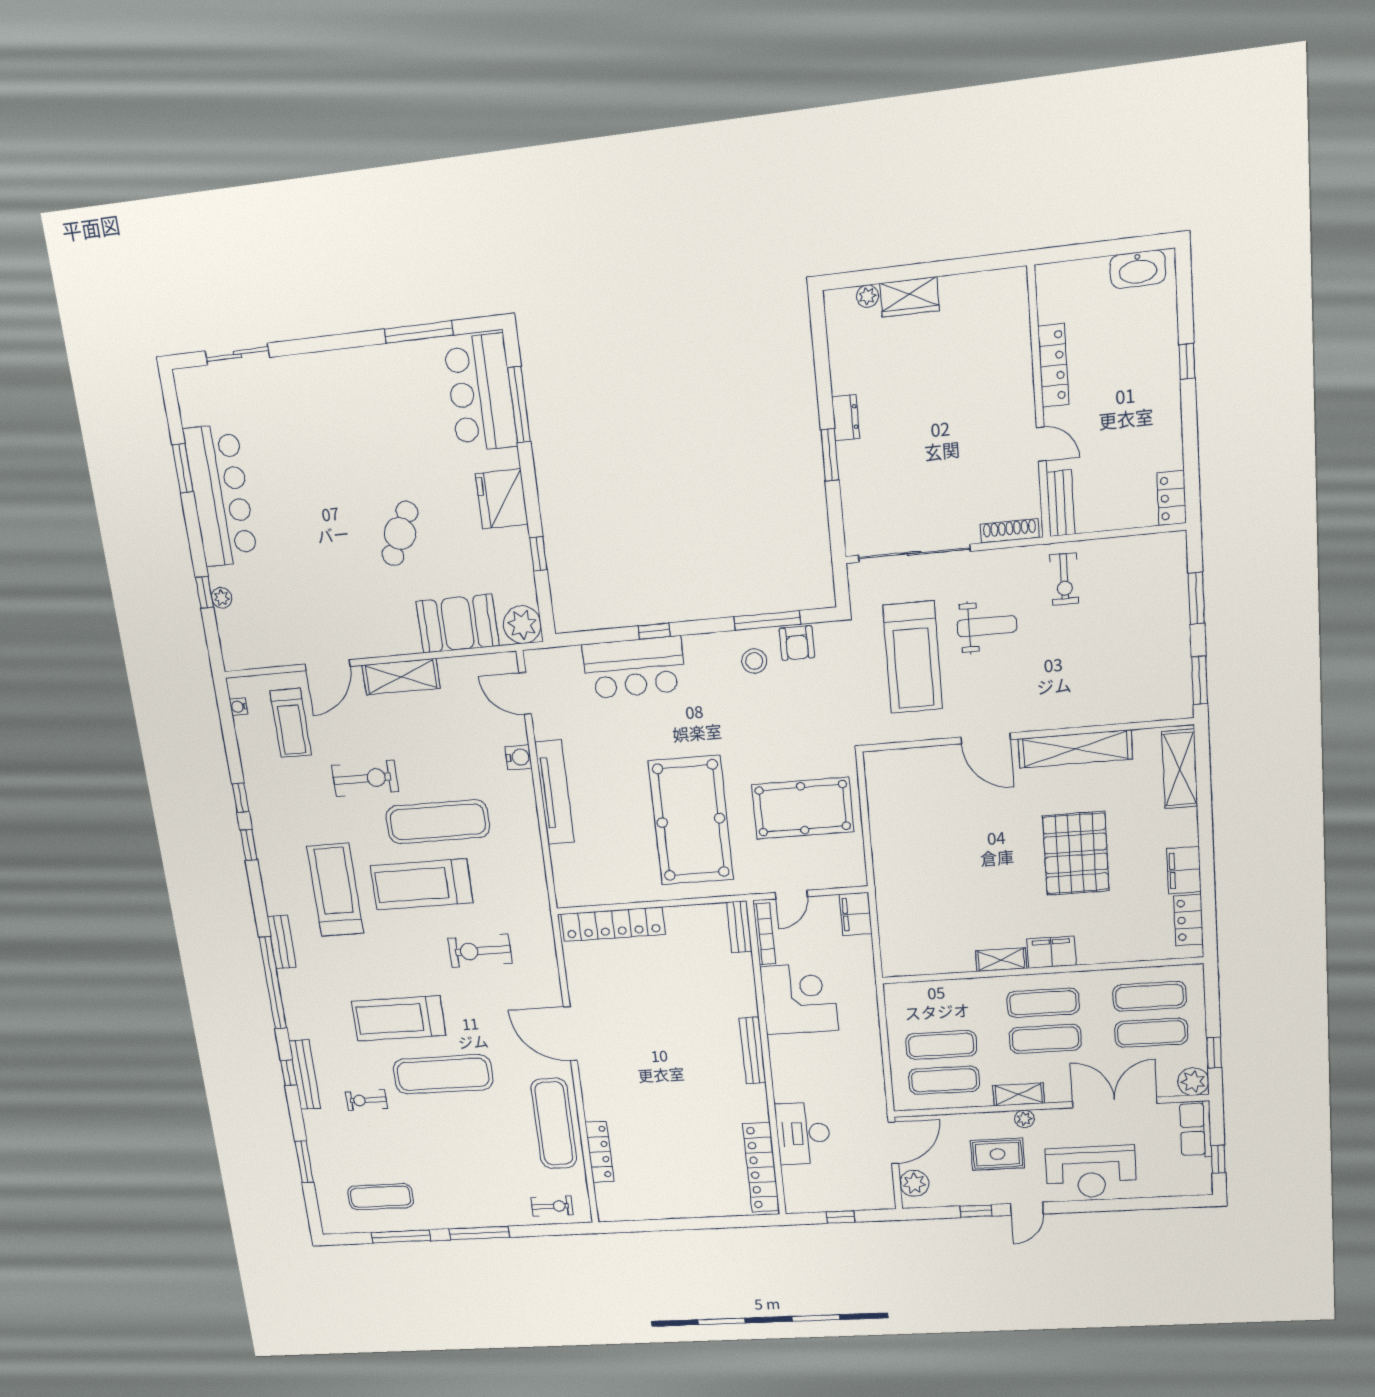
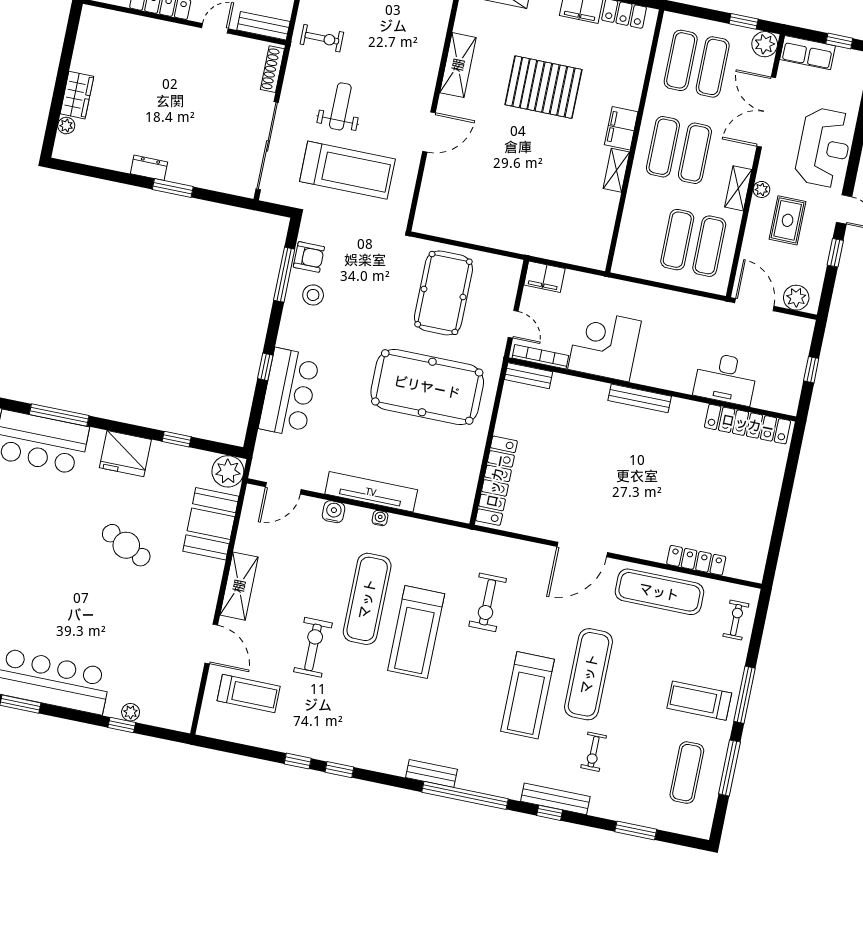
water cooler: (239, 707) -> (380, 518), moved, turned 180
shelving: (1075, 749) -> (458, 65), width x0.68
treadmill: (335, 890) -> (699, 701), moved, width x0.73, depth x0.73

